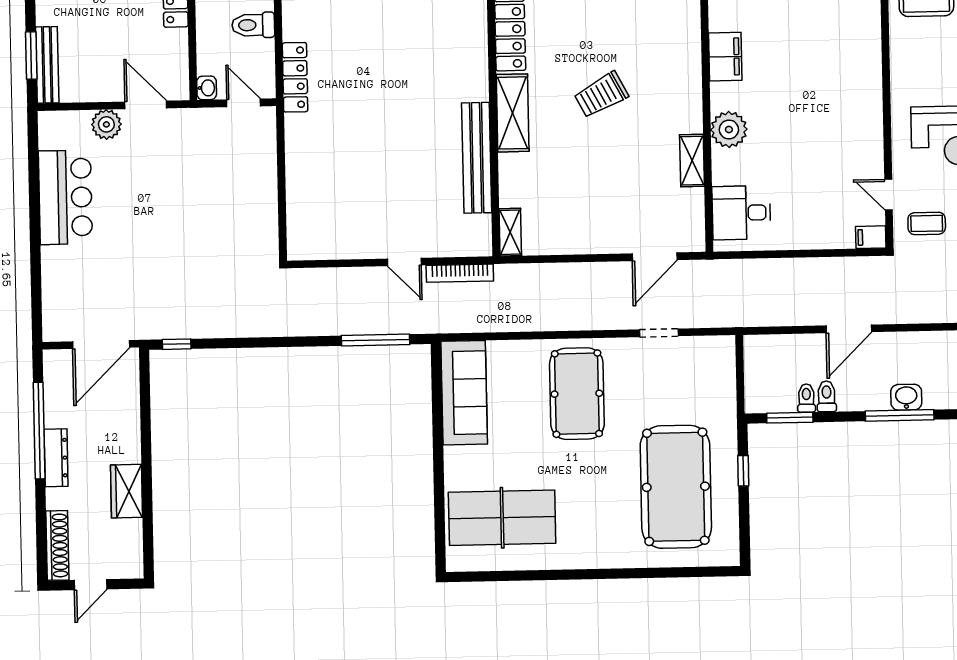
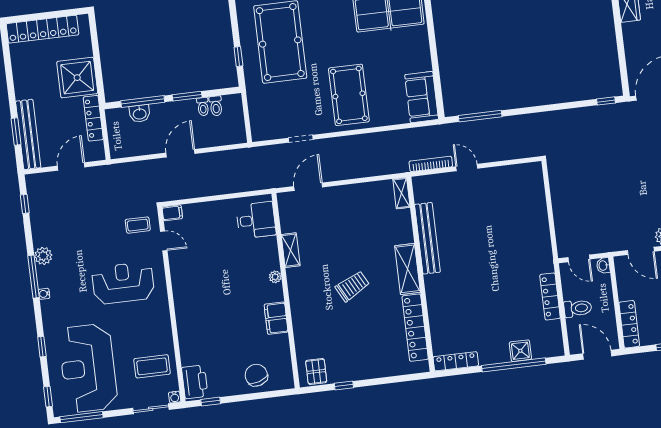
locker: (295, 77) -> (550, 296), moved
plant: (729, 130) -> (275, 277), width x0.53, depth x0.53
sofa: (464, 393) -> (422, 97), width x0.73
toilet: (827, 396) -> (216, 106), moved
window: (790, 418) -> (187, 96), moved

